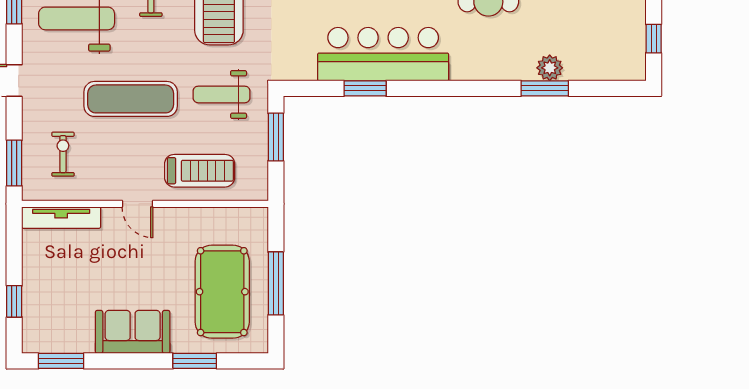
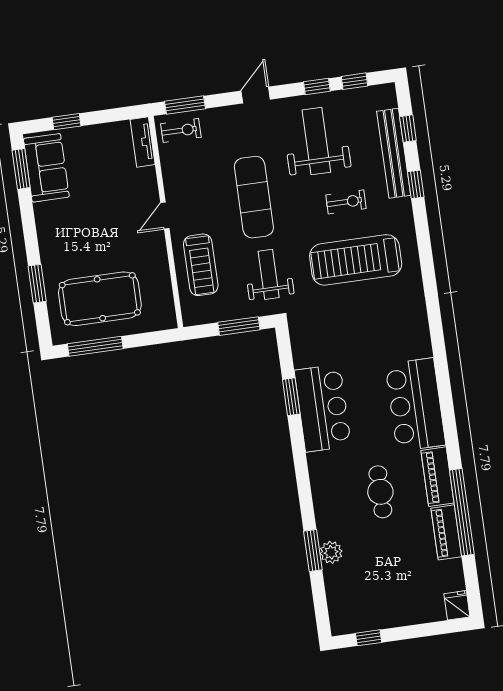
bar counter: (383, 54) -> (323, 408), width x0.73
exercise bike: (63, 154) -> (181, 130), moved
tv unit: (61, 218) -> (143, 142), width x0.71
window: (276, 283) -> (95, 346), moved
sofa: (133, 332) -> (46, 168), moved

